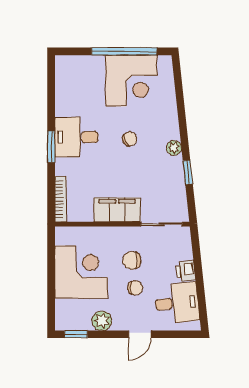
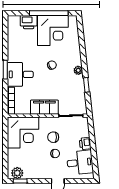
printer: (90, 66) -> (29, 22), added
desk: (76, 137) -> (20, 74), moved
corner desk: (81, 272) -> (23, 133), moved, turned 90
plant: (102, 321) -> (17, 173), moved

